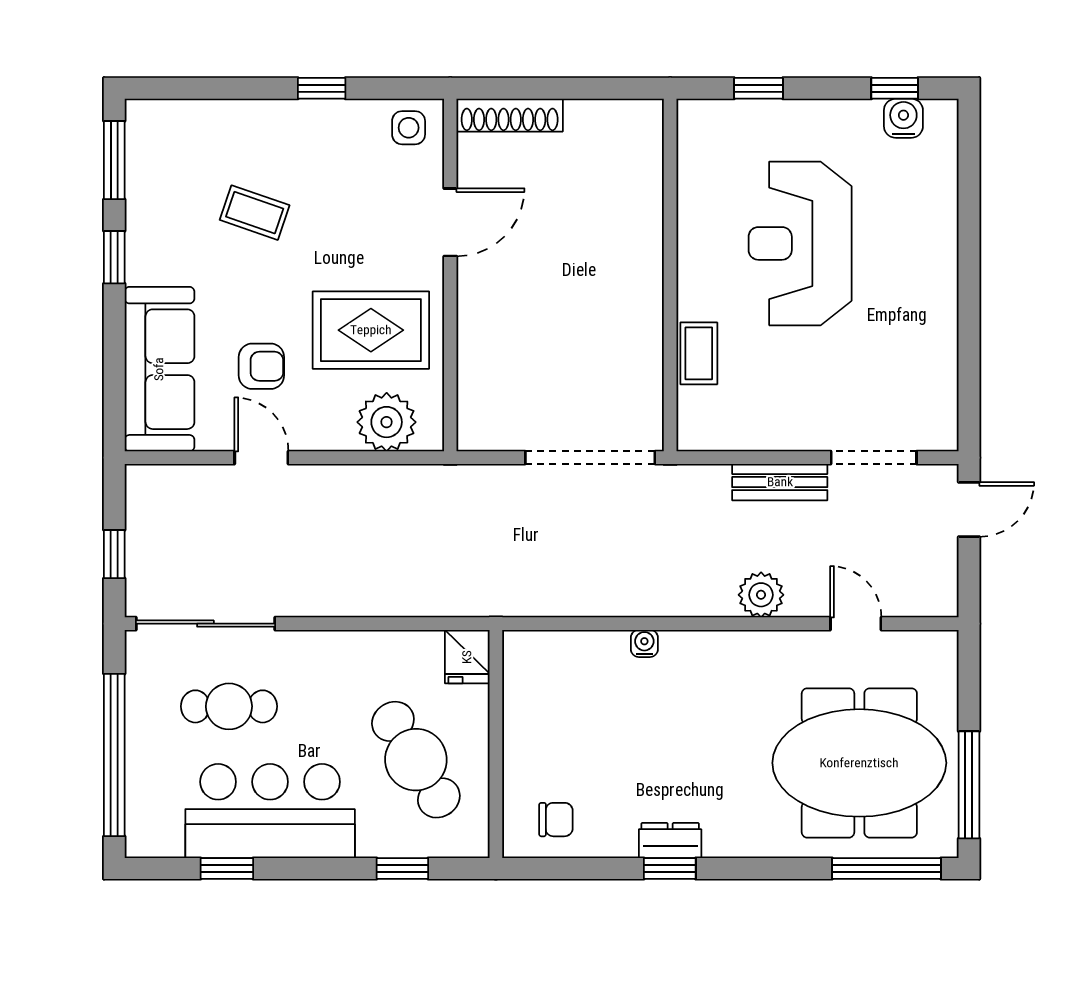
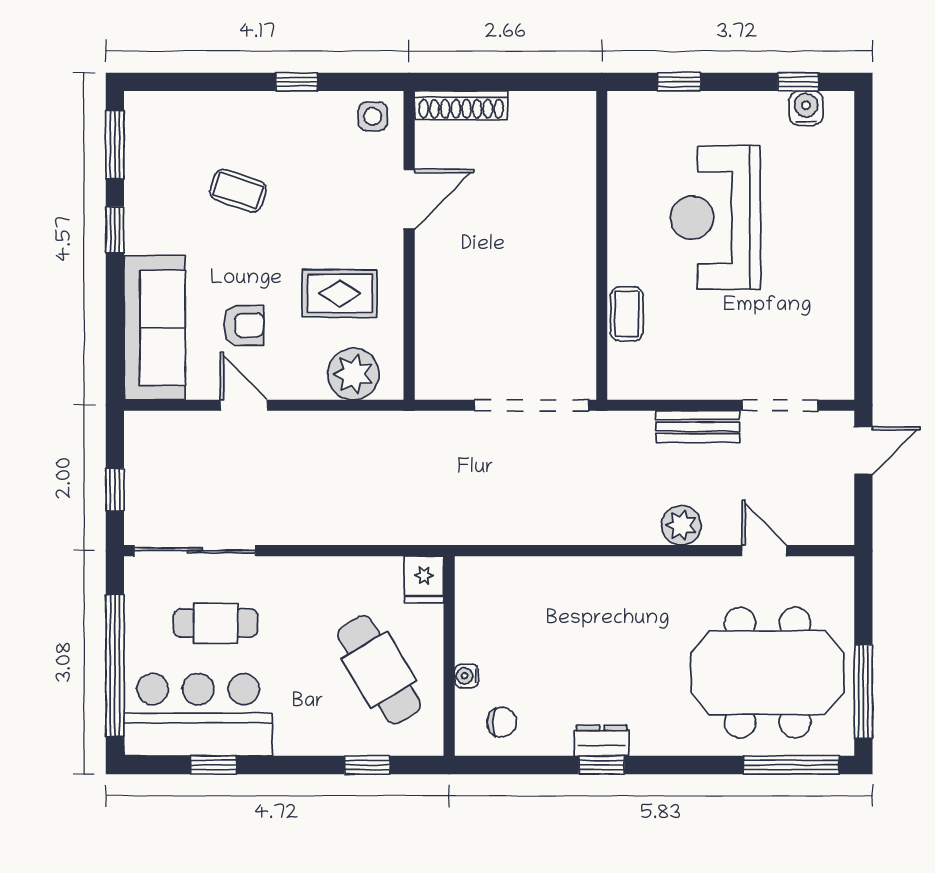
rug: (371, 330) -> (340, 294), width x0.73, depth x0.70
water cooler: (644, 643) -> (466, 676), moved, turned -90
bar counter: (270, 811) -> (198, 715), moved

